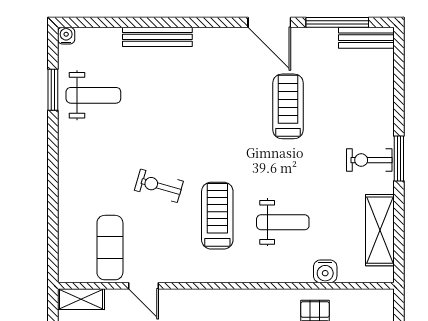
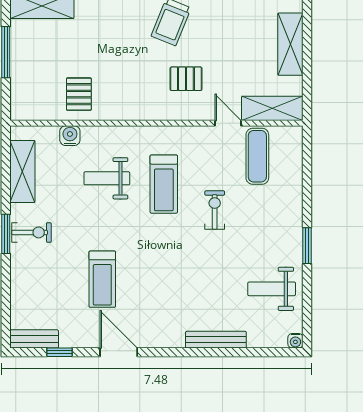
window: (337, 22) -> (60, 352), width x0.46
window: (53, 90) -> (307, 246), moved
exercise bike: (159, 186) -> (215, 210), turned -106
shelving: (81, 299) -> (272, 108), width x1.50, depth x1.33

